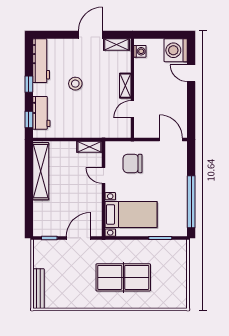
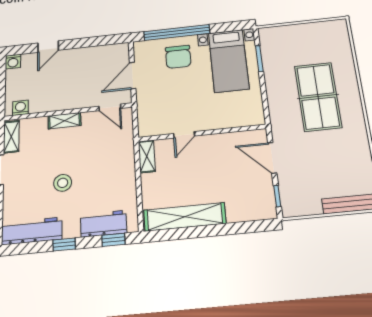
washing machine: (176, 50) -> (13, 62), width x0.53, depth x0.53
door: (132, 109) -> (110, 107), moved
door: (171, 140) -> (133, 76), moved
chair: (133, 163) -> (178, 57), moved
window: (191, 202) -> (177, 33), moved
bed with nightstands: (131, 214) -> (229, 61), moved, turned 180

